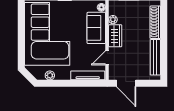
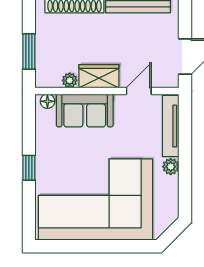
door: (107, 58) -> (139, 91), swing flipped
plant: (50, 75) -> (171, 167), moved

